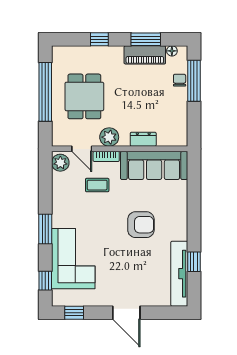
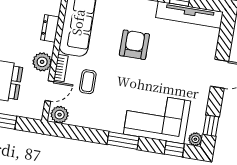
plant: (58, 300) -> (195, 139), added

